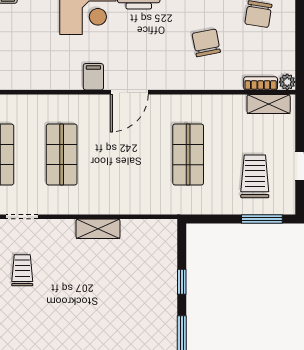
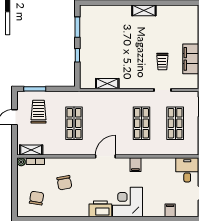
filing cabinet: (93, 77) -> (135, 165), moved
trolley: (255, 176) -> (38, 112), turned 180
shelving: (98, 229) -> (107, 84), moved

